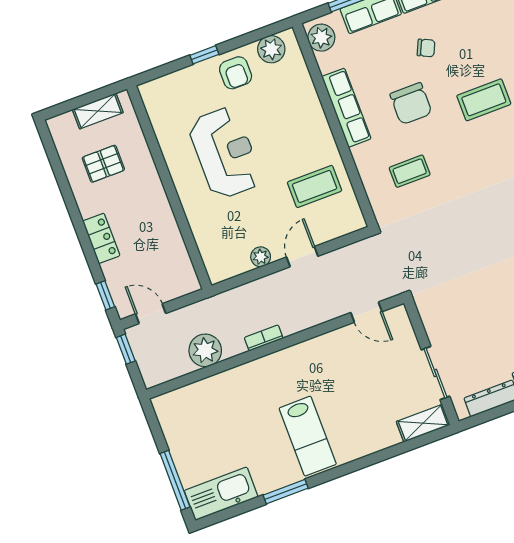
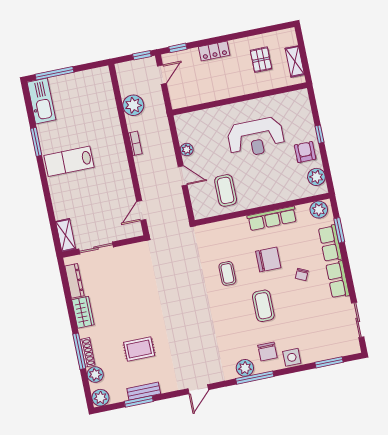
armchair: (236, 73) -> (305, 152), turned 90
chair: (411, 104) -> (268, 260), turned 180
coffee table: (410, 171) -> (227, 273), moved

